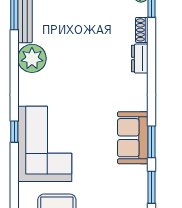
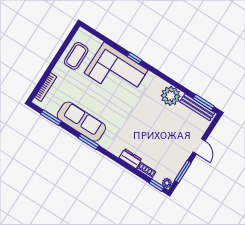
sofa: (133, 138) -> (81, 122), width x1.36
window: (152, 142) -> (88, 142), moved

